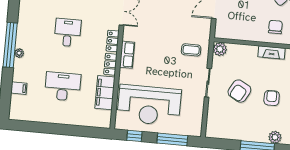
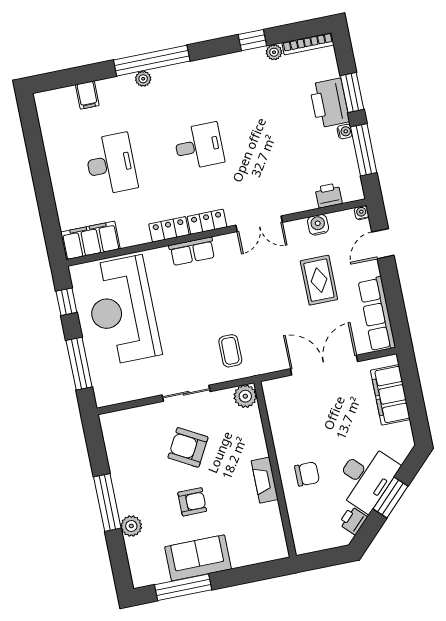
filing cabinet: (105, 93) -> (90, 240), moved

